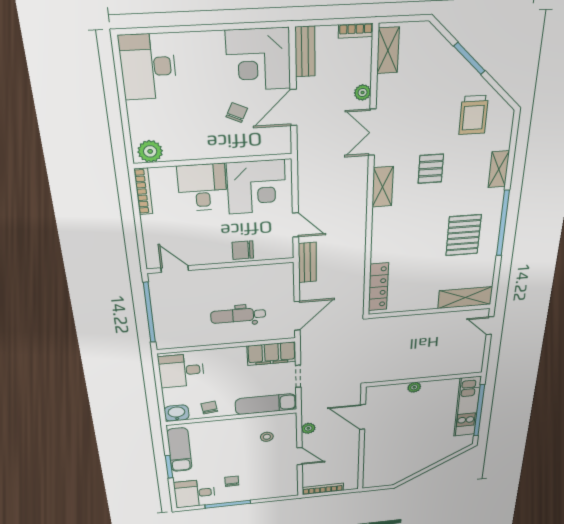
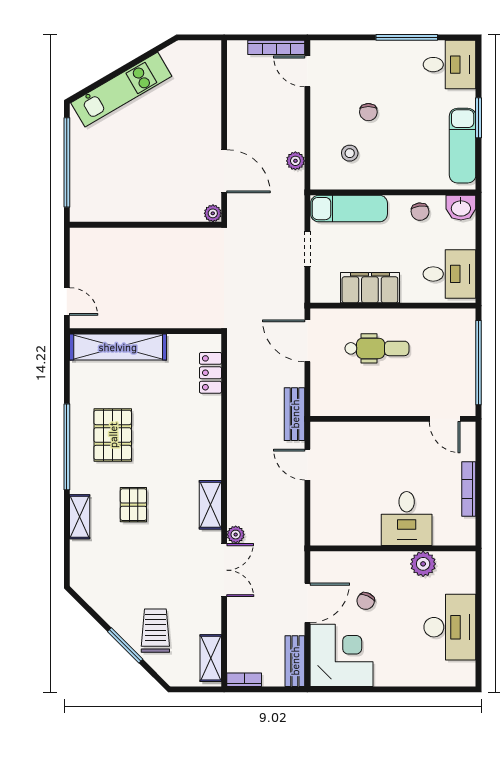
desk: (148, 67) -> (450, 627), moved
plant: (363, 92) -> (236, 535), moved
trolley: (473, 115) -> (155, 631), moved
plant: (150, 151) -> (423, 564), moved
pallet: (431, 169) -> (133, 505), moved
corner desk: (257, 187) -> (349, 515), removed
bookcase: (143, 191) -> (469, 489), moved
chair: (243, 250) -> (367, 437), removed
locker: (378, 287) -> (210, 373), width x0.66
shelving: (465, 298) -> (118, 347), width x1.47
door: (297, 316) -> (307, 341), hinge flipped
filing cabinet: (272, 354) -> (370, 288), moved
plant: (414, 387) -> (213, 213), moved
kitchen unit: (467, 407) -> (121, 90), moved, turned 60
door: (300, 456) -> (307, 71), moved
chair: (232, 481) -> (368, 112), moved

